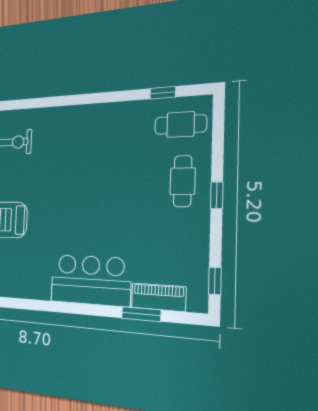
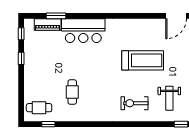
cafe table: (183, 181) -> (72, 92), moved
window: (217, 195) -> (21, 58), moved

